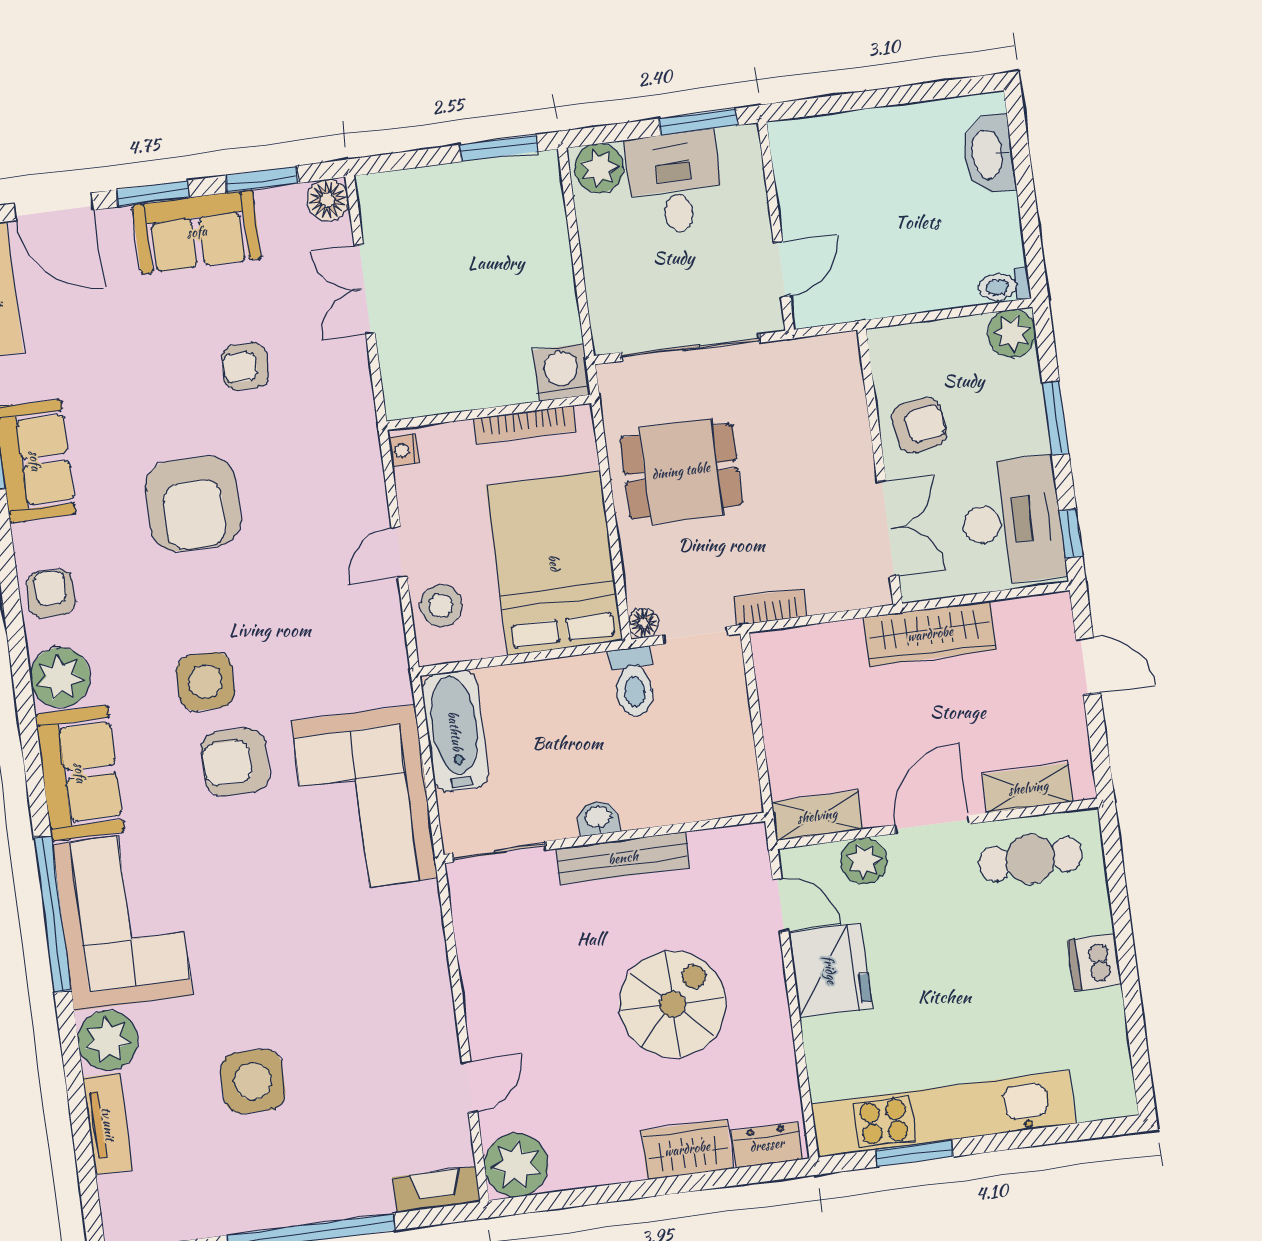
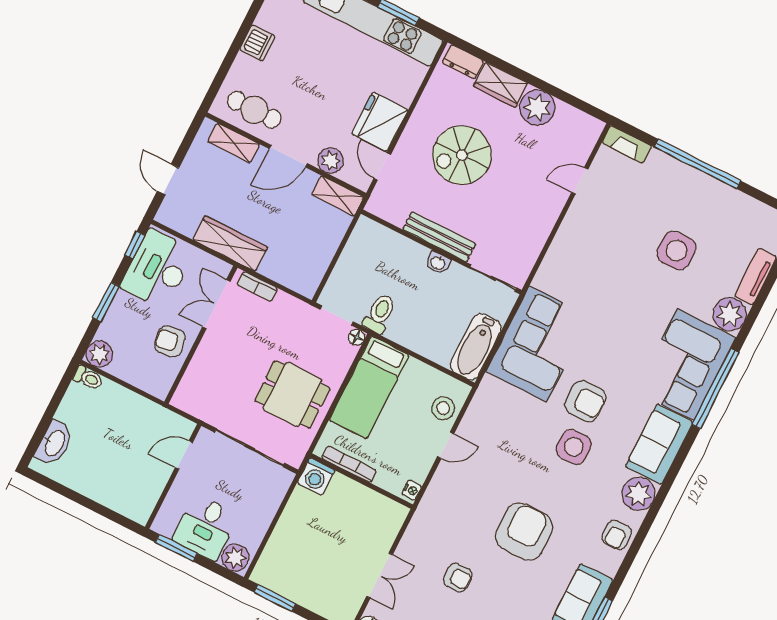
bed: (554, 563) -> (369, 387), width x0.67
bookcase: (770, 607) -> (257, 286), moved
plant: (516, 1165) -> (537, 108), moved

